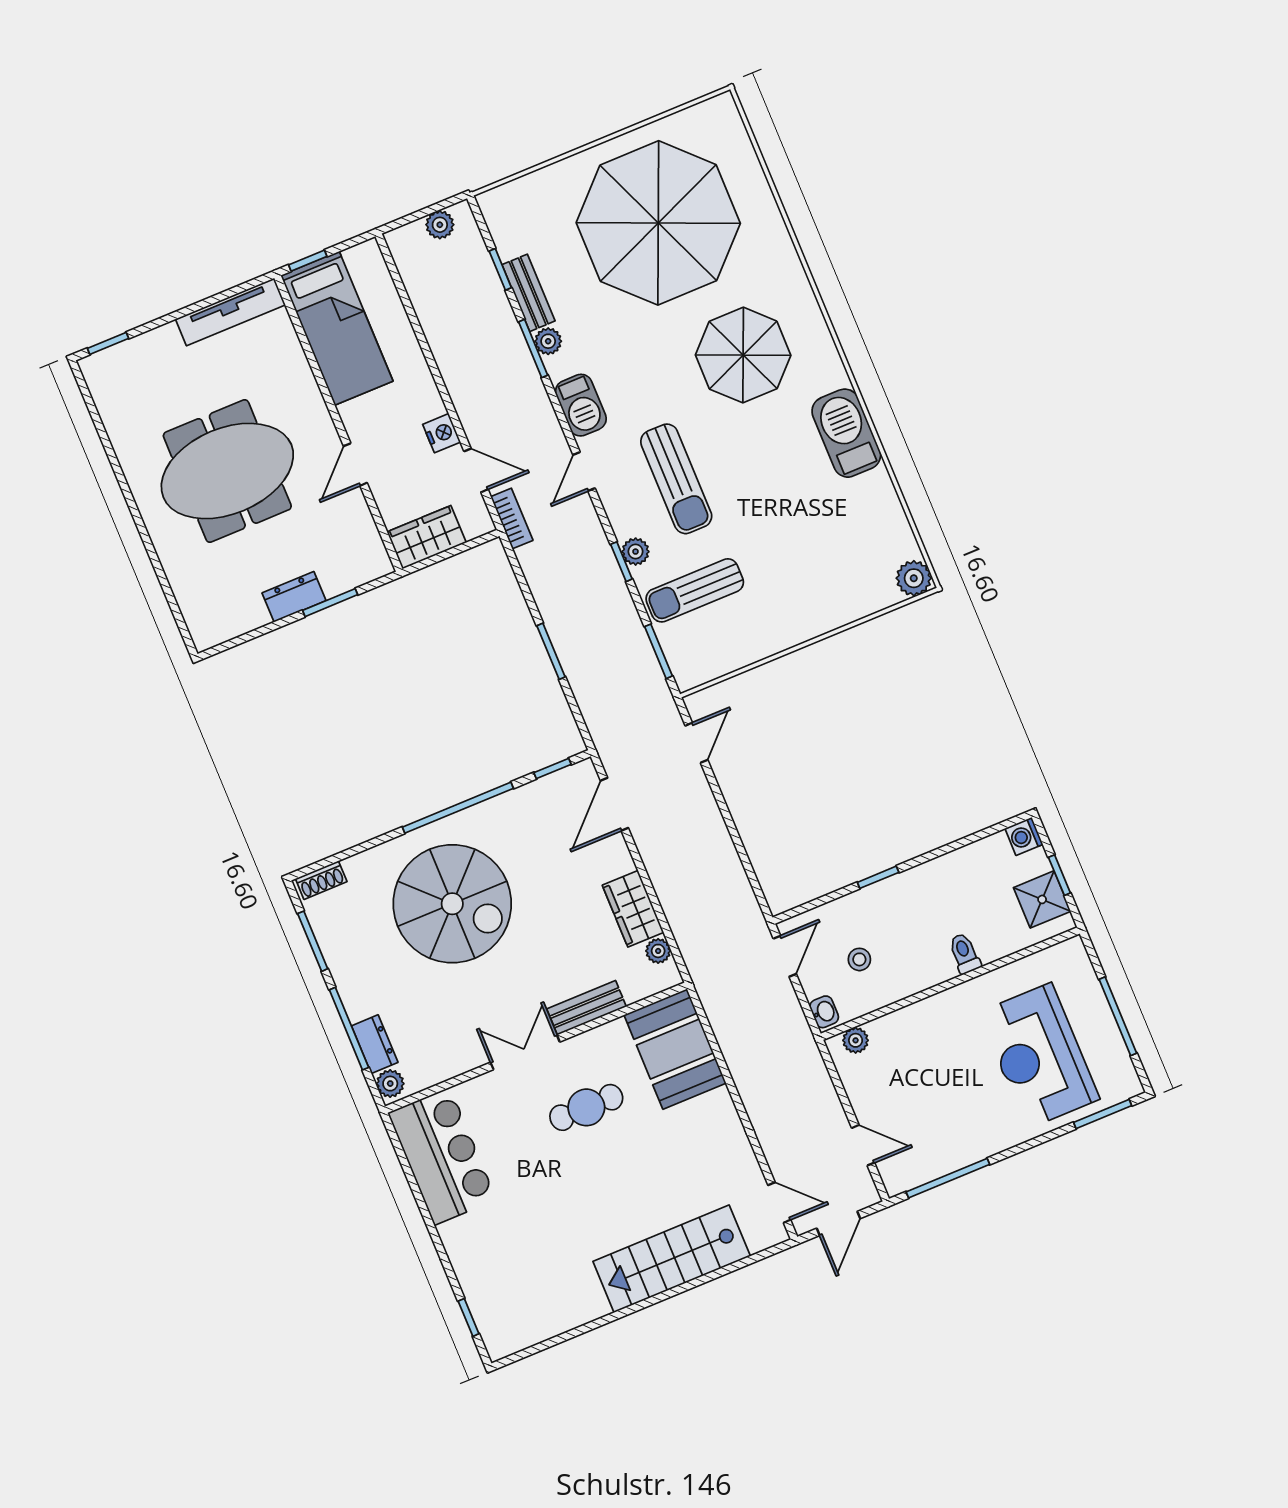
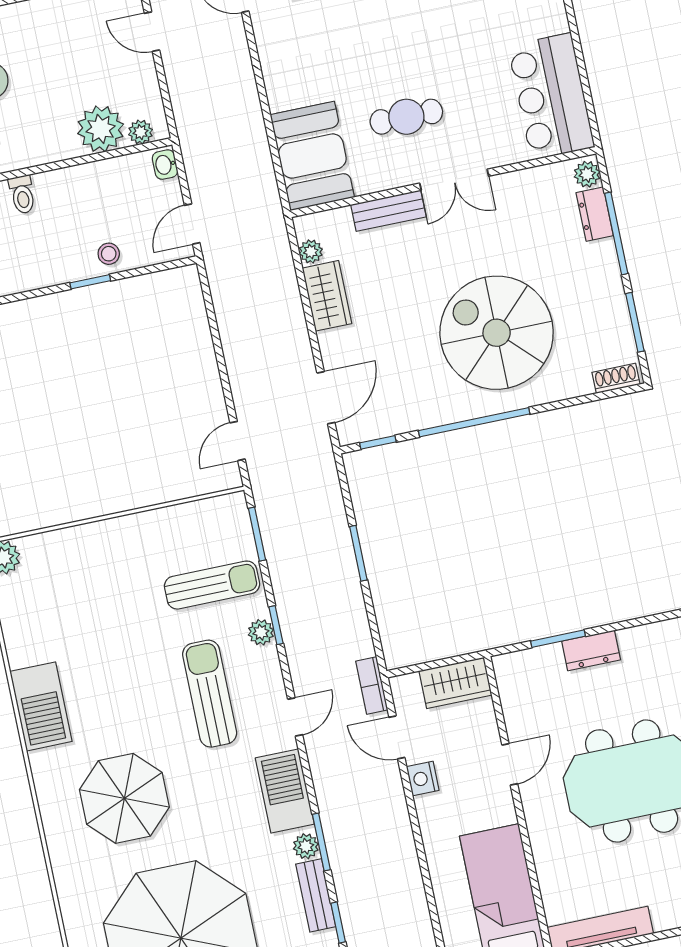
barbecue: (581, 405) -> (285, 791), width x1.37, depth x1.21
stool: (859, 959) -> (109, 254), moved
plant: (897, 1036) -> (101, 129), added

